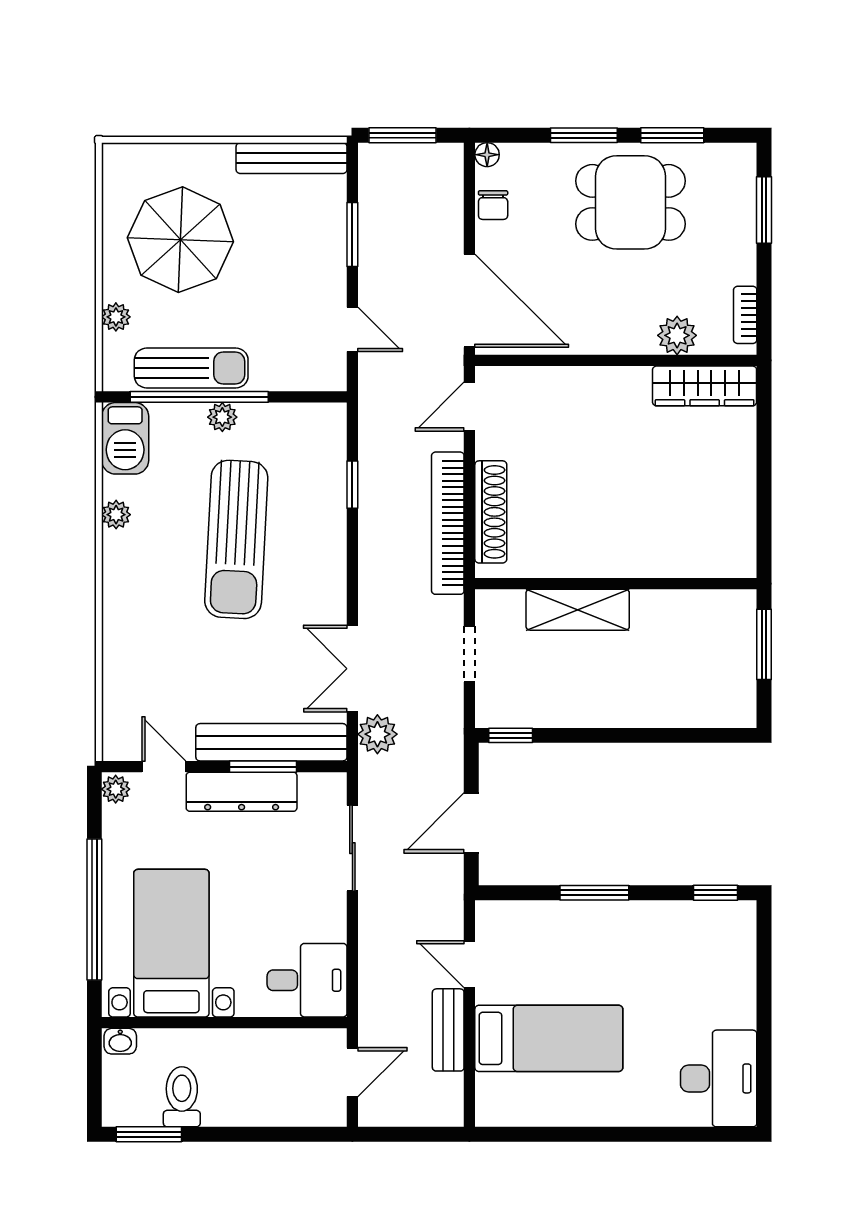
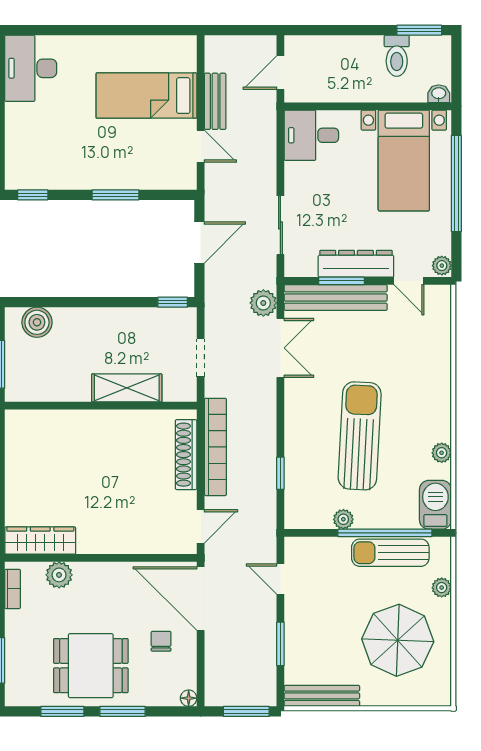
chair: (493, 205) -> (161, 641), moved
plant: (222, 417) -> (343, 519), moved
boiler: (709, 706) -> (37, 322), added

